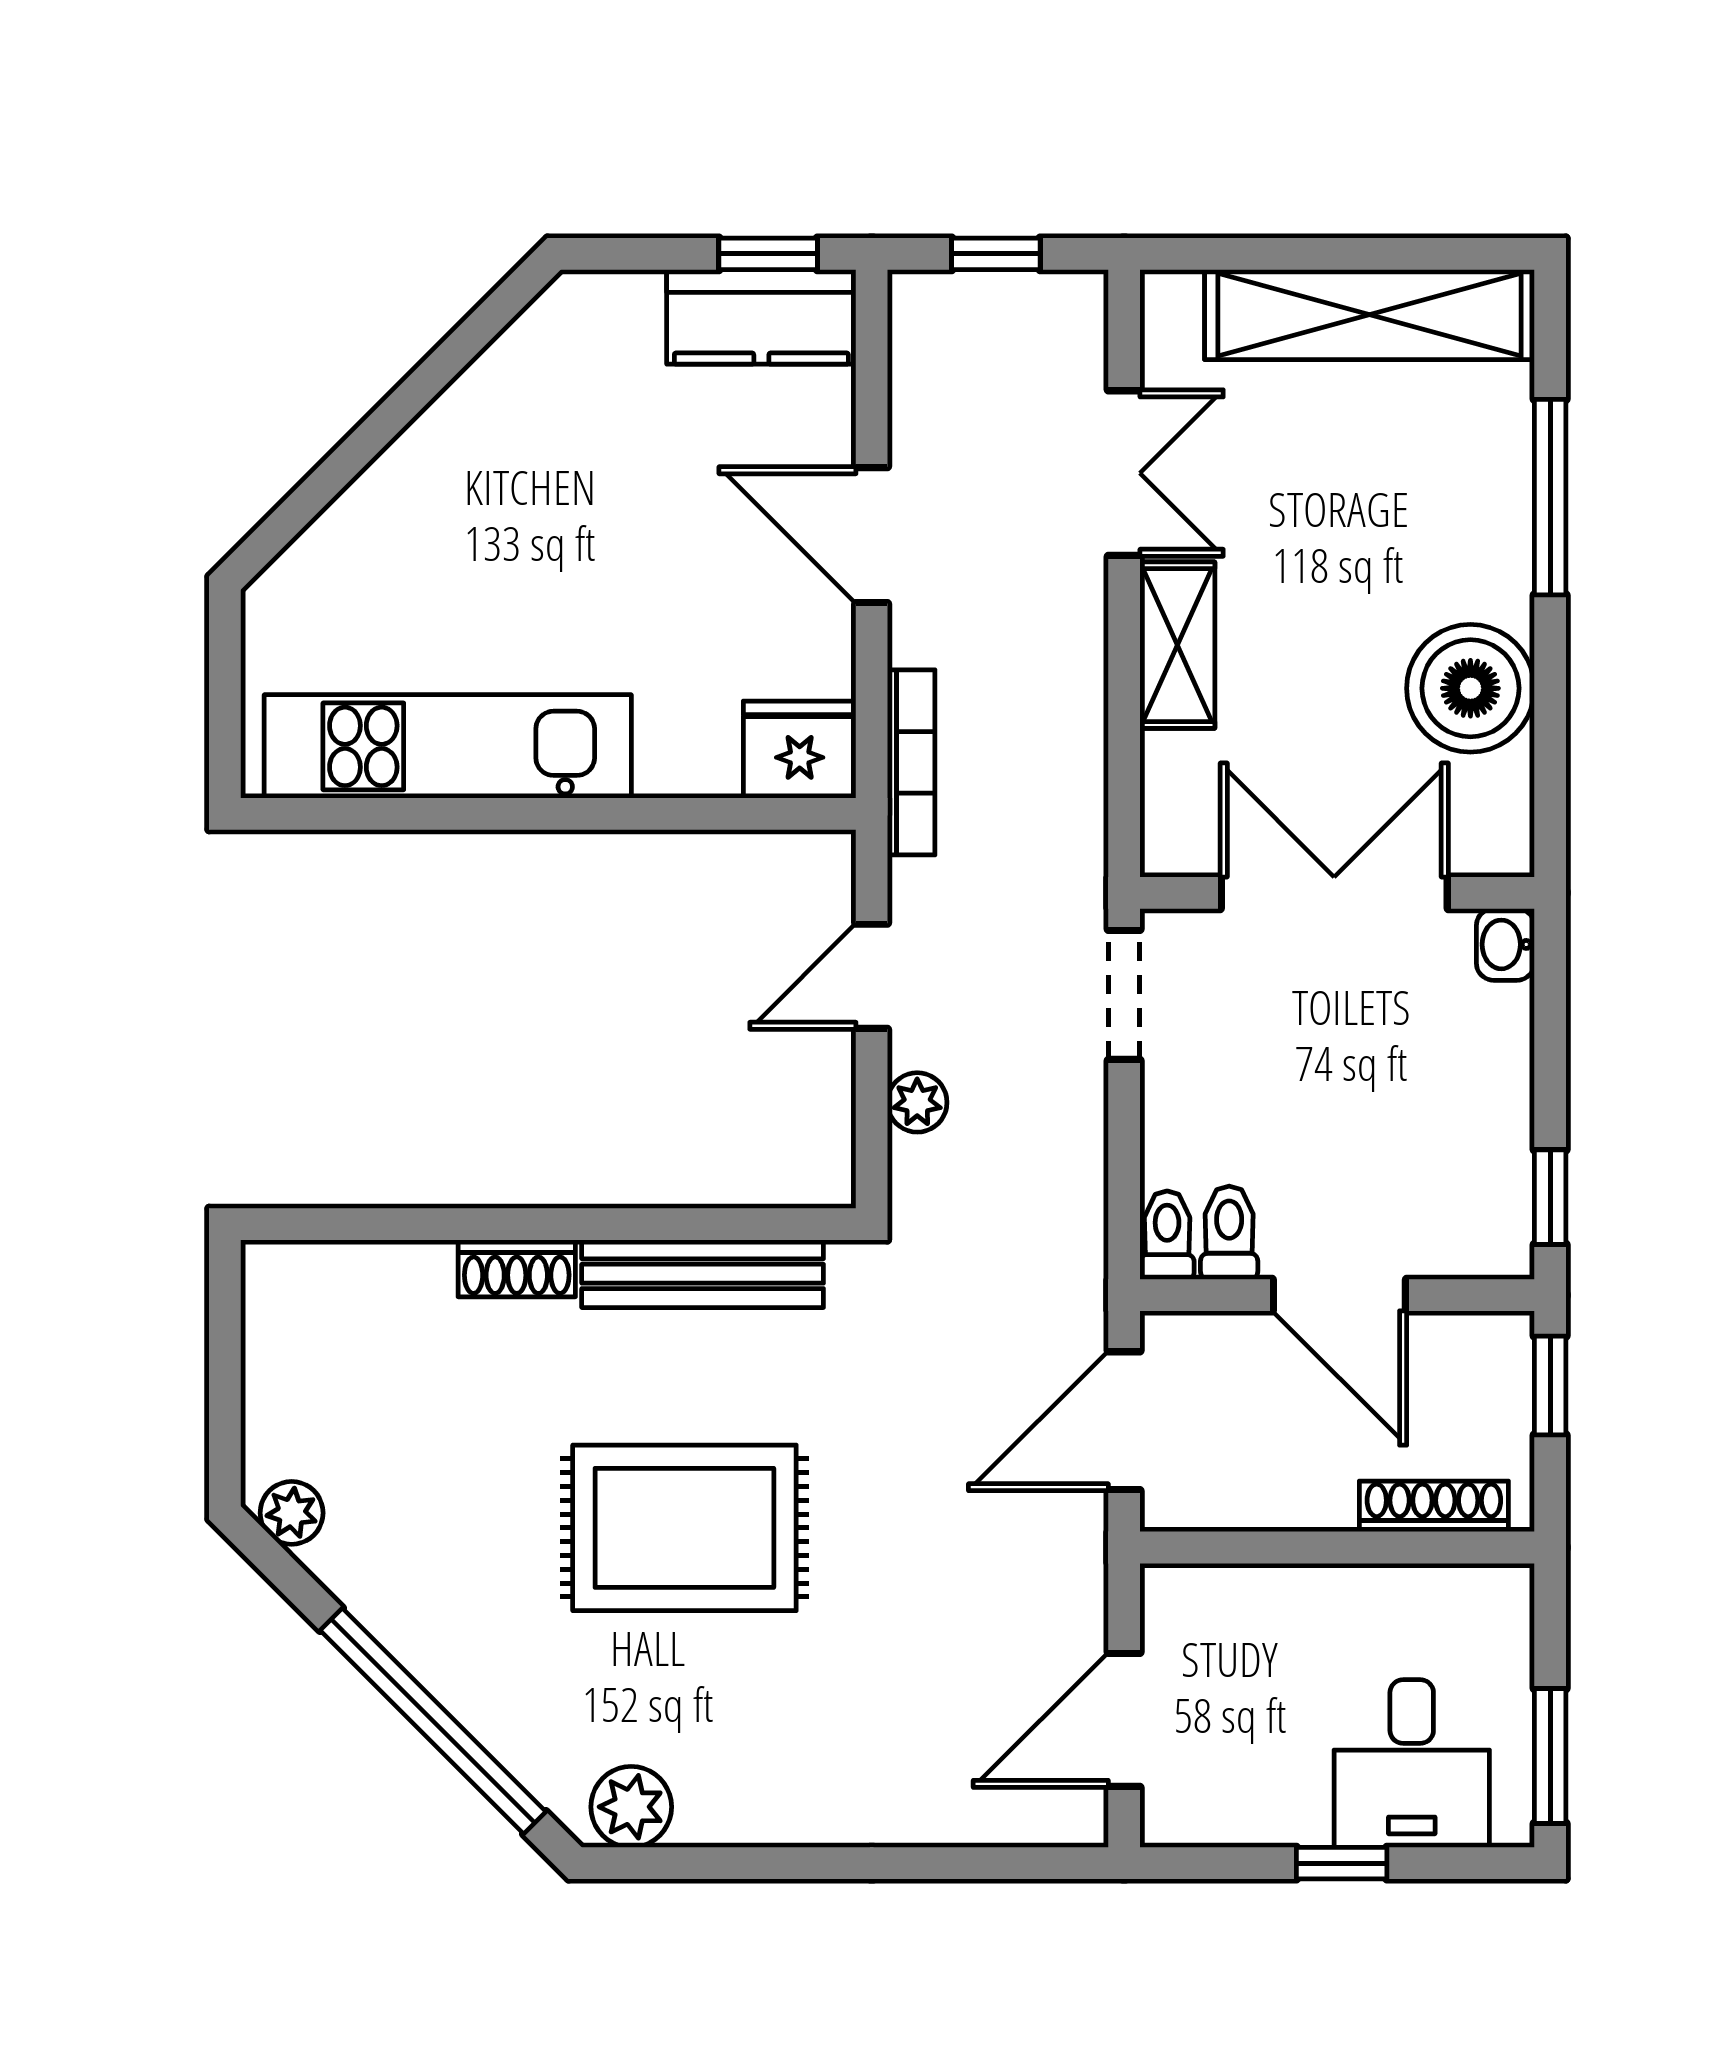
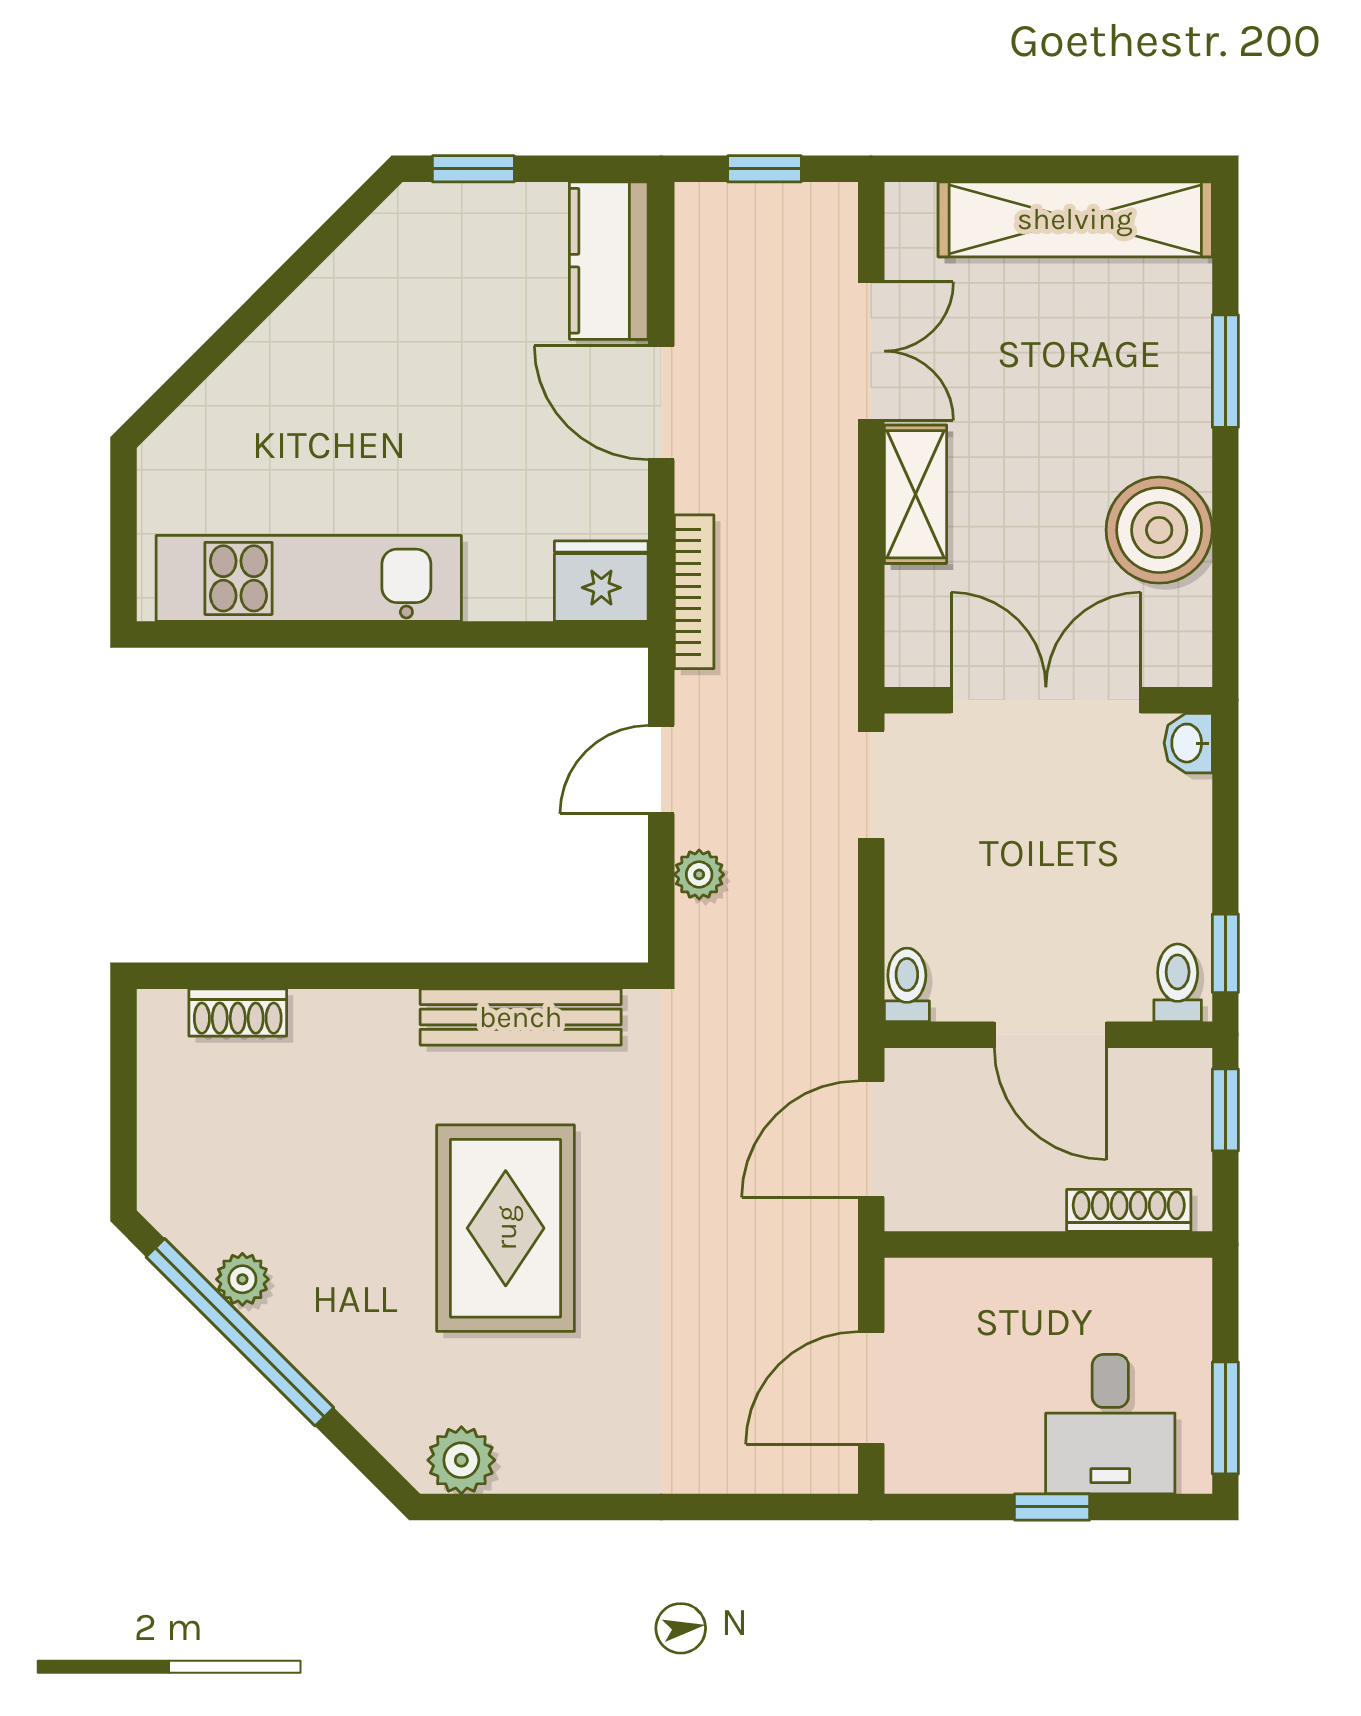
window: (768, 254) -> (473, 169), moved
kitchen counter: (761, 317) -> (609, 261), moved, turned 90
window: (1550, 497) -> (1225, 371), width x0.69
toilet: (1229, 1233) -> (1178, 983), moved
shoe rack: (517, 1268) -> (238, 1012), moved
plant: (292, 1513) -> (242, 1279), moved
rug: (684, 1528) -> (506, 1228), turned 90
window: (433, 1721) -> (240, 1332), moved

